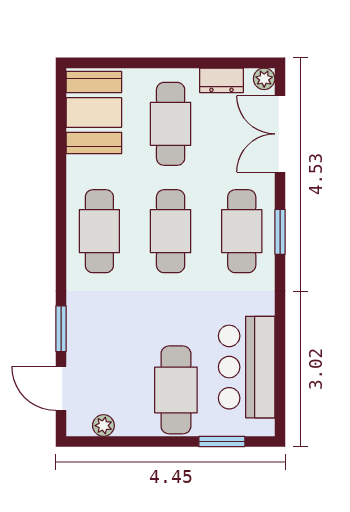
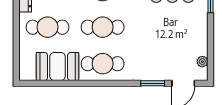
booth: (94, 112) -> (58, 66), moved
cafe table: (176, 390) -> (184, 24), removed

